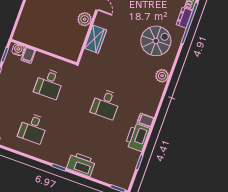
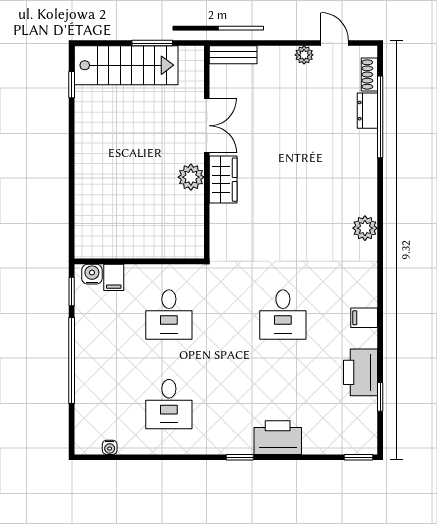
wardrobe: (96, 39) -> (223, 180), moved
spiral stairs: (156, 41) -> (332, 170), removed
printer: (137, 137) -> (360, 372), moved

